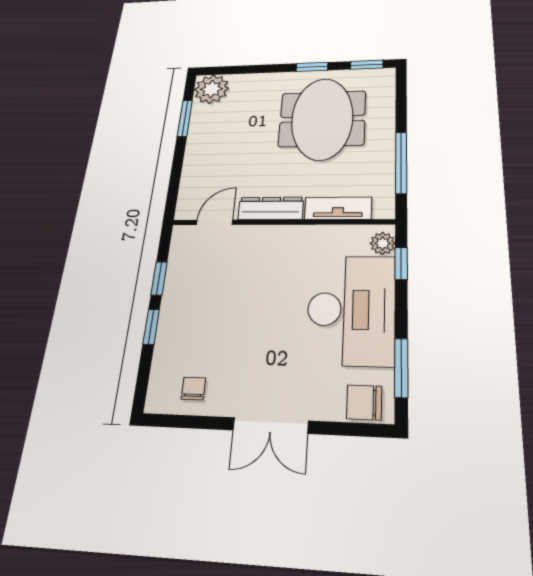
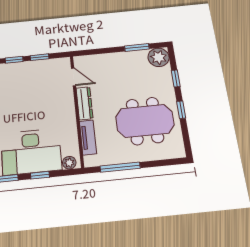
window: (367, 65) -> (176, 78), moved
window: (401, 263) -> (40, 175), moved

